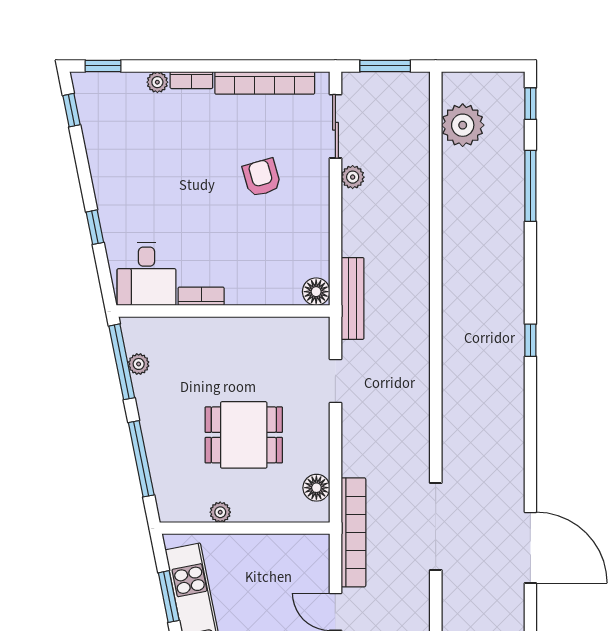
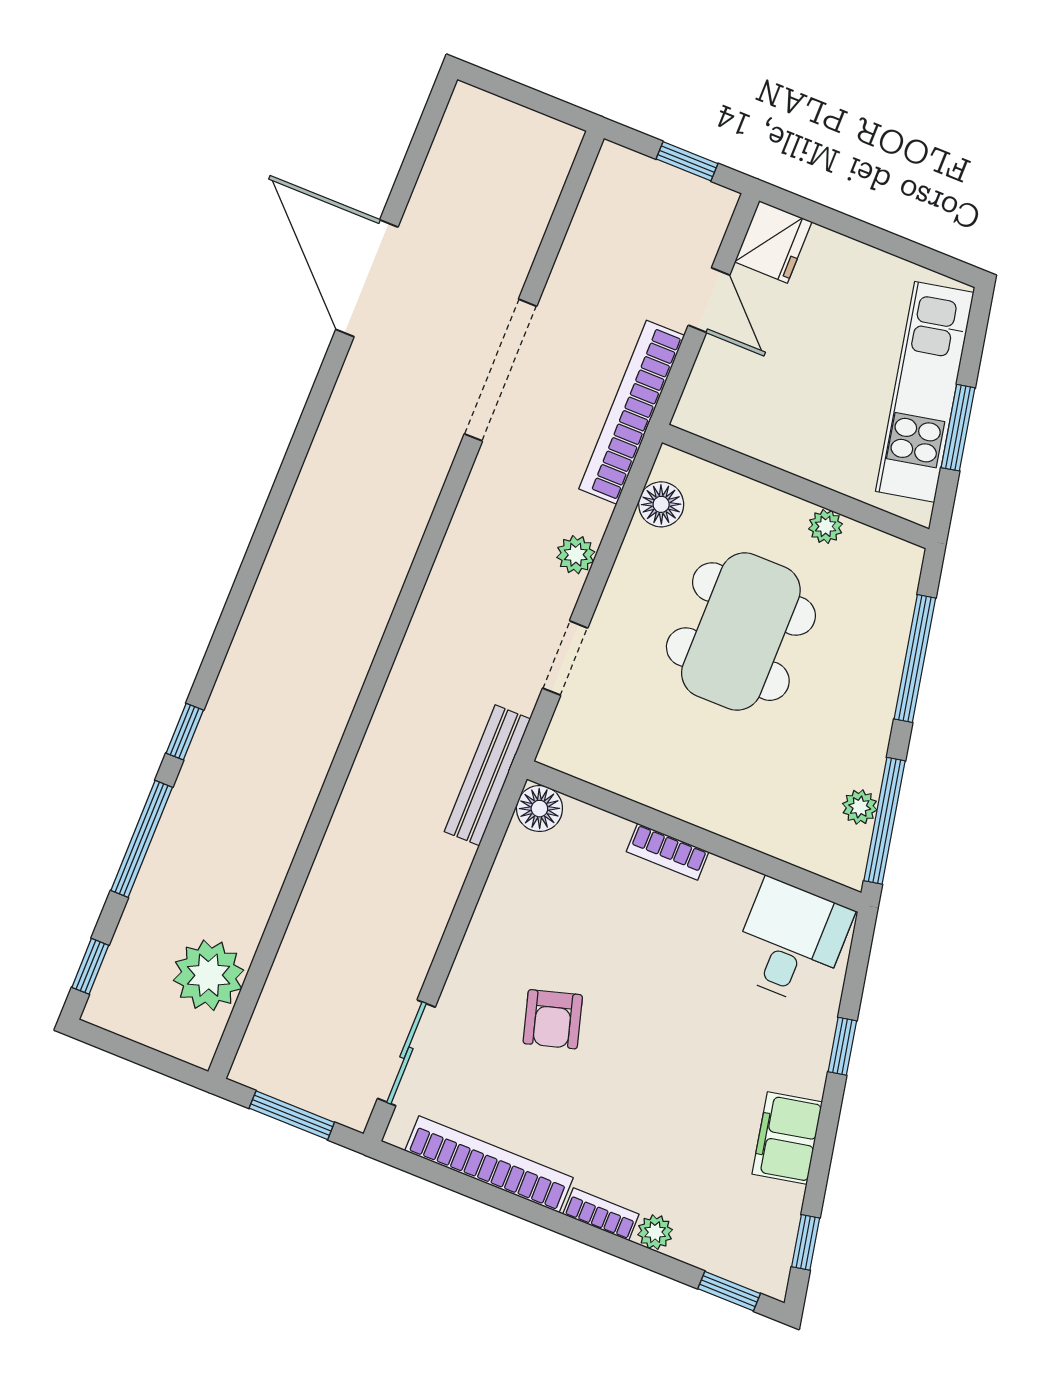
filing cabinet: (105, 164) -> (787, 1138), added
plant: (353, 177) -> (576, 555), moved
bookcase: (201, 296) -> (668, 852), moved
window: (530, 340) -> (185, 732), moved
dining table: (244, 435) -> (741, 632), width x1.38

